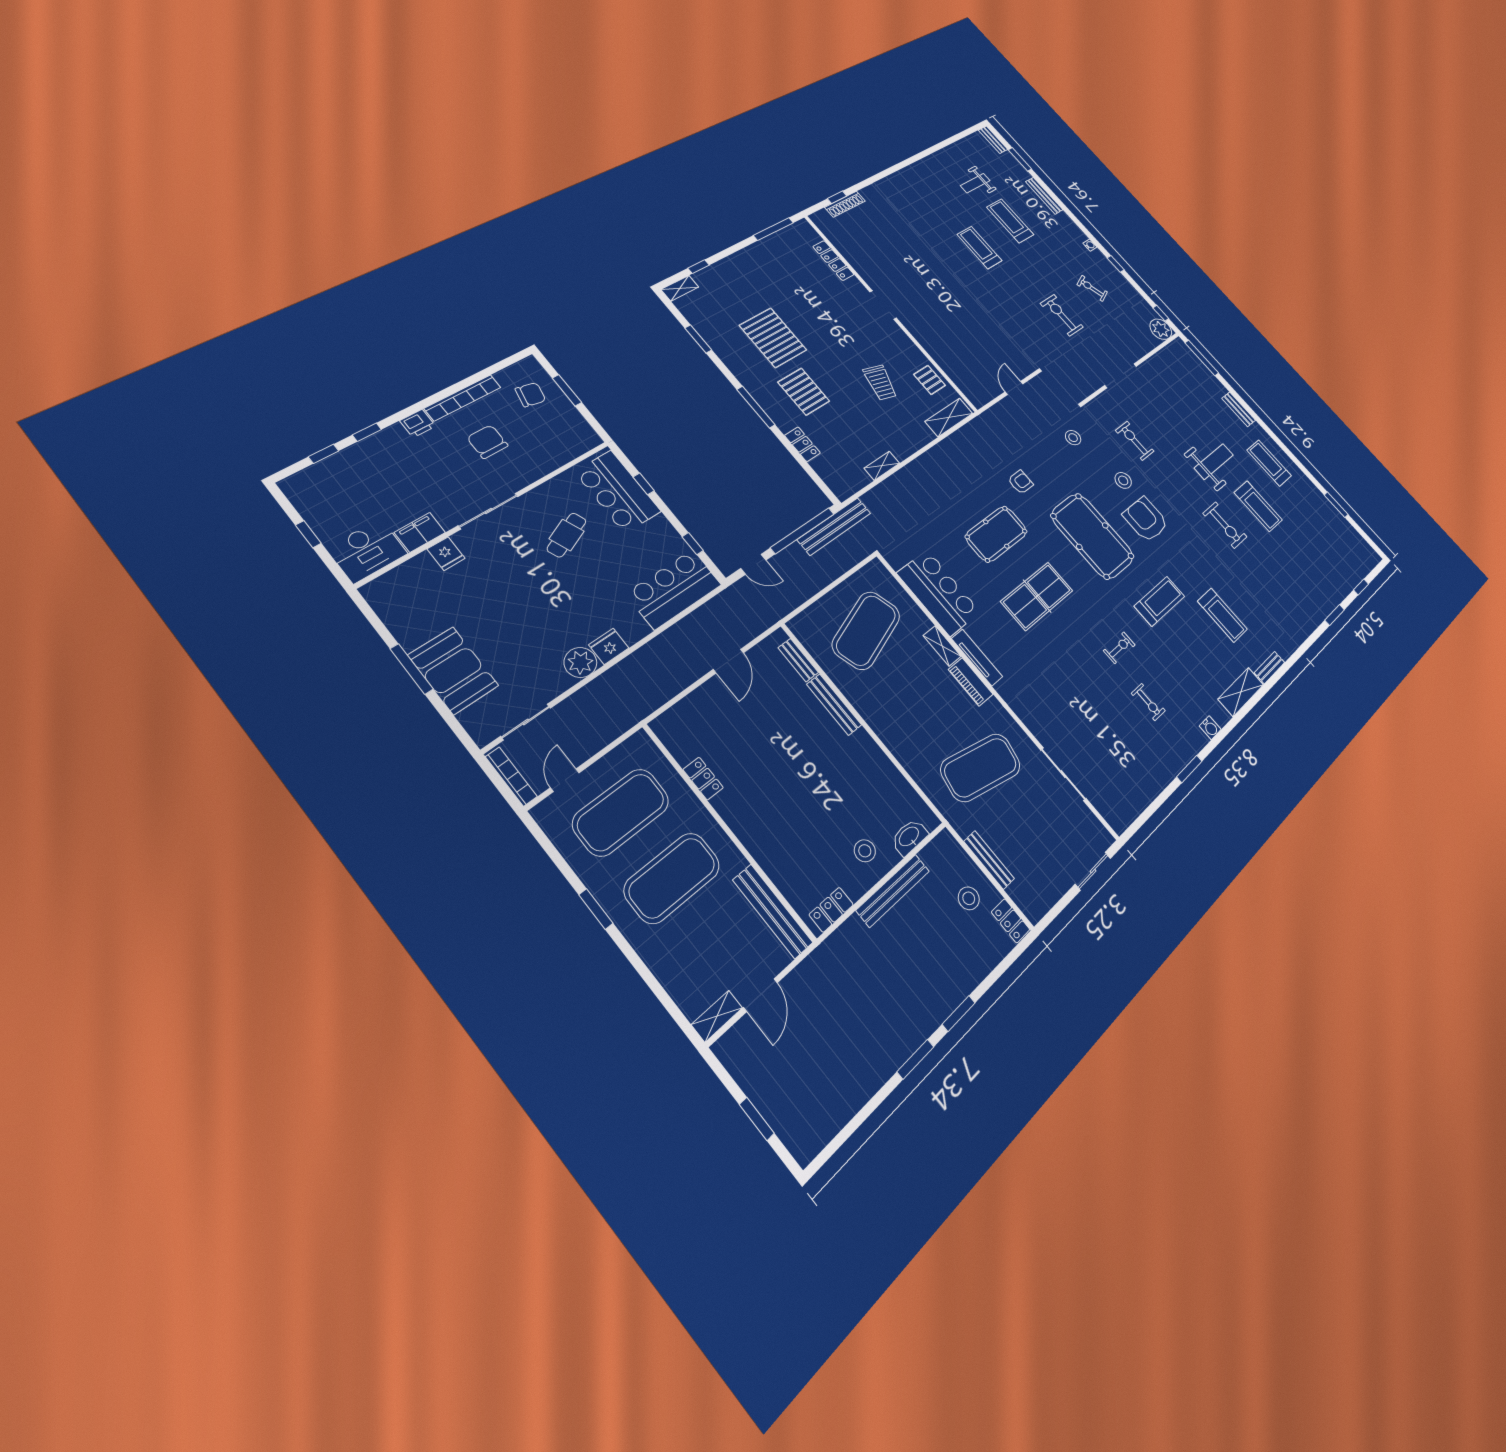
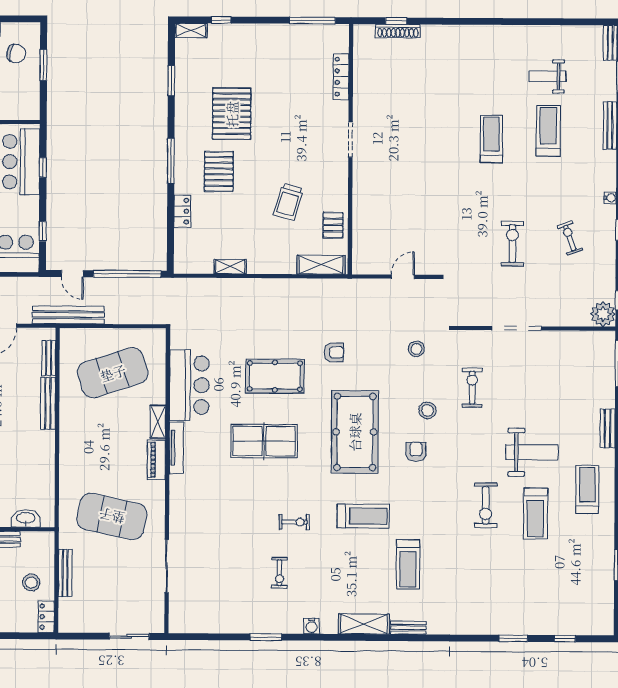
armchair: (1146, 519) -> (416, 452), width x0.53, depth x0.53
bench: (834, 526) -> (68, 315), moved

